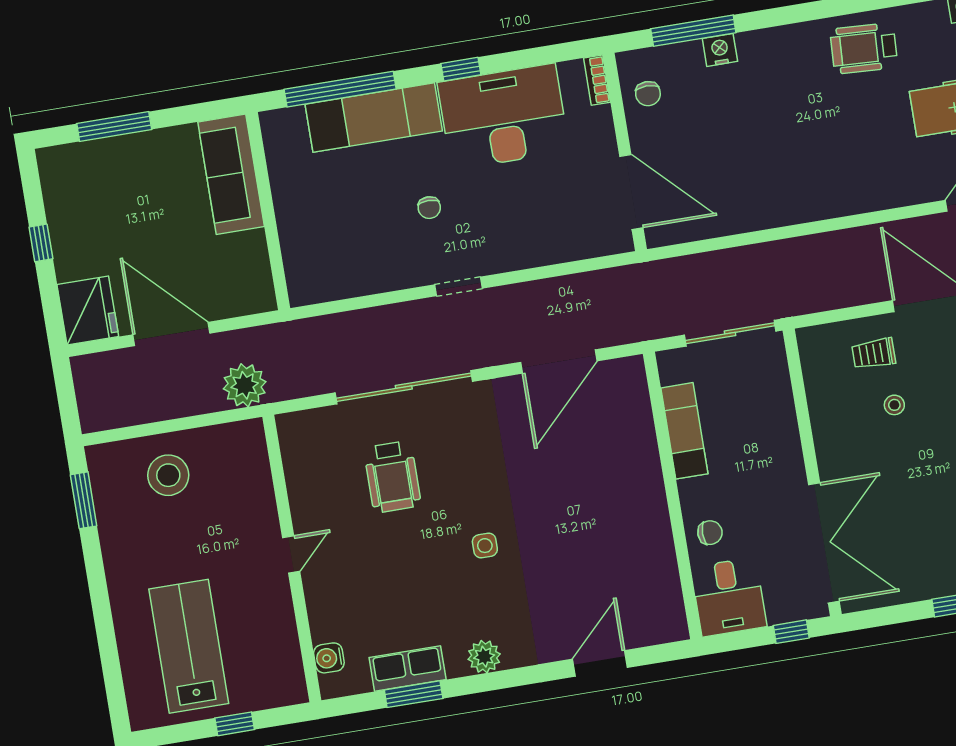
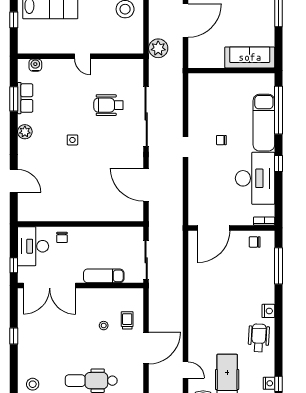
nightstand: (720, 50) -> (268, 311), moved
exam couch: (684, 431) -> (104, 276), moved, turned 180
desk: (729, 597) -> (33, 246), width x1.37

